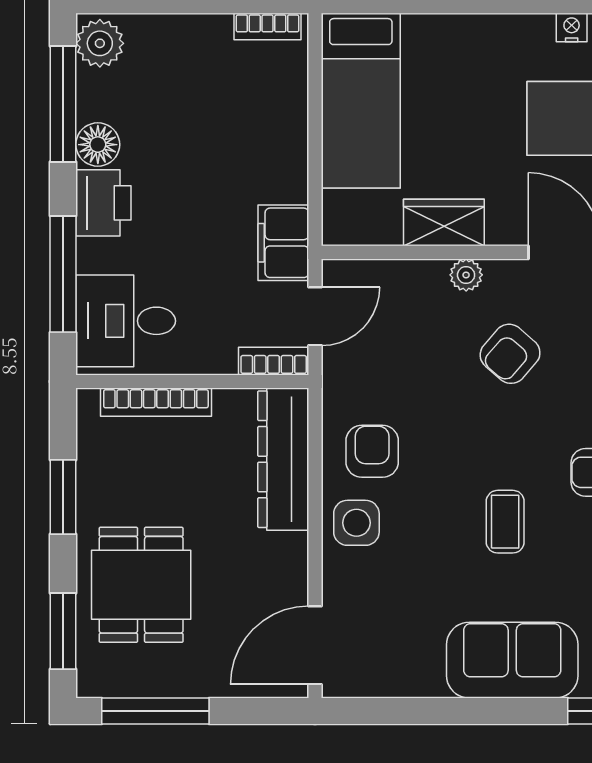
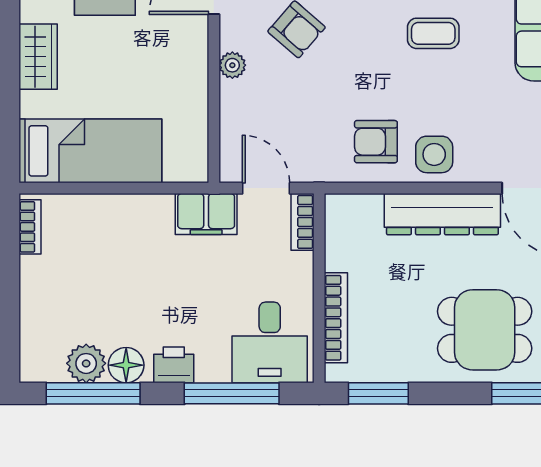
plant: (100, 43) -> (86, 363), moved
printer: (103, 203) -> (174, 365), width x0.73, depth x0.81
wardrobe: (444, 222) -> (38, 57), moved, turned 180
dresser: (283, 459) -> (442, 214), moved
window: (63, 497) -> (378, 393), moved

